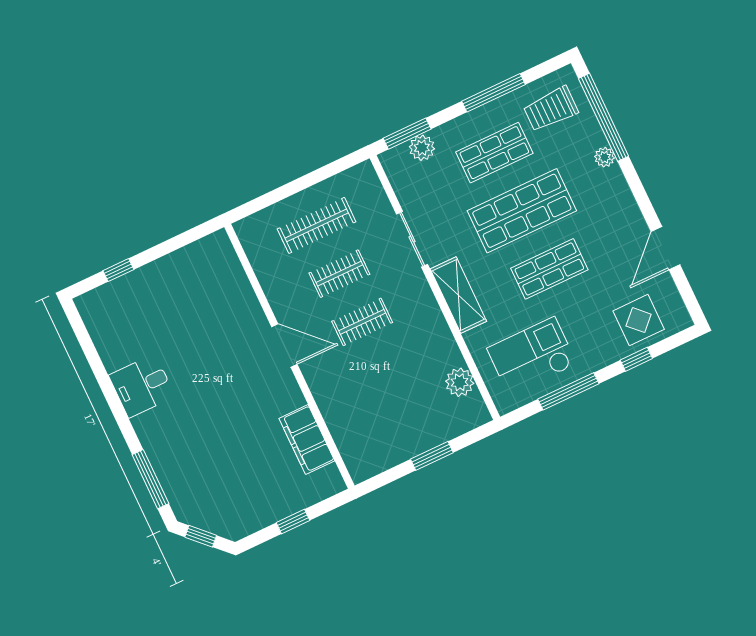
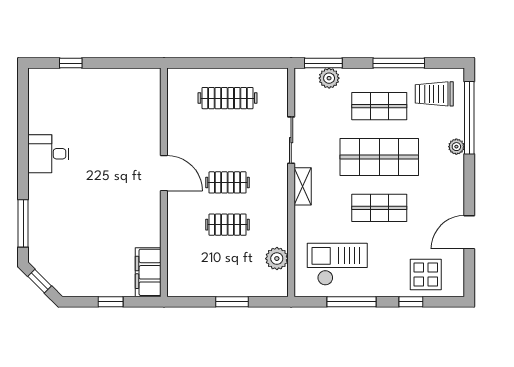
clothes rail: (339, 274) -> (228, 225), moved
shelving: (458, 295) -> (303, 186), width x0.67, depth x0.75
filing cabinet: (307, 440) -> (148, 272), moved

